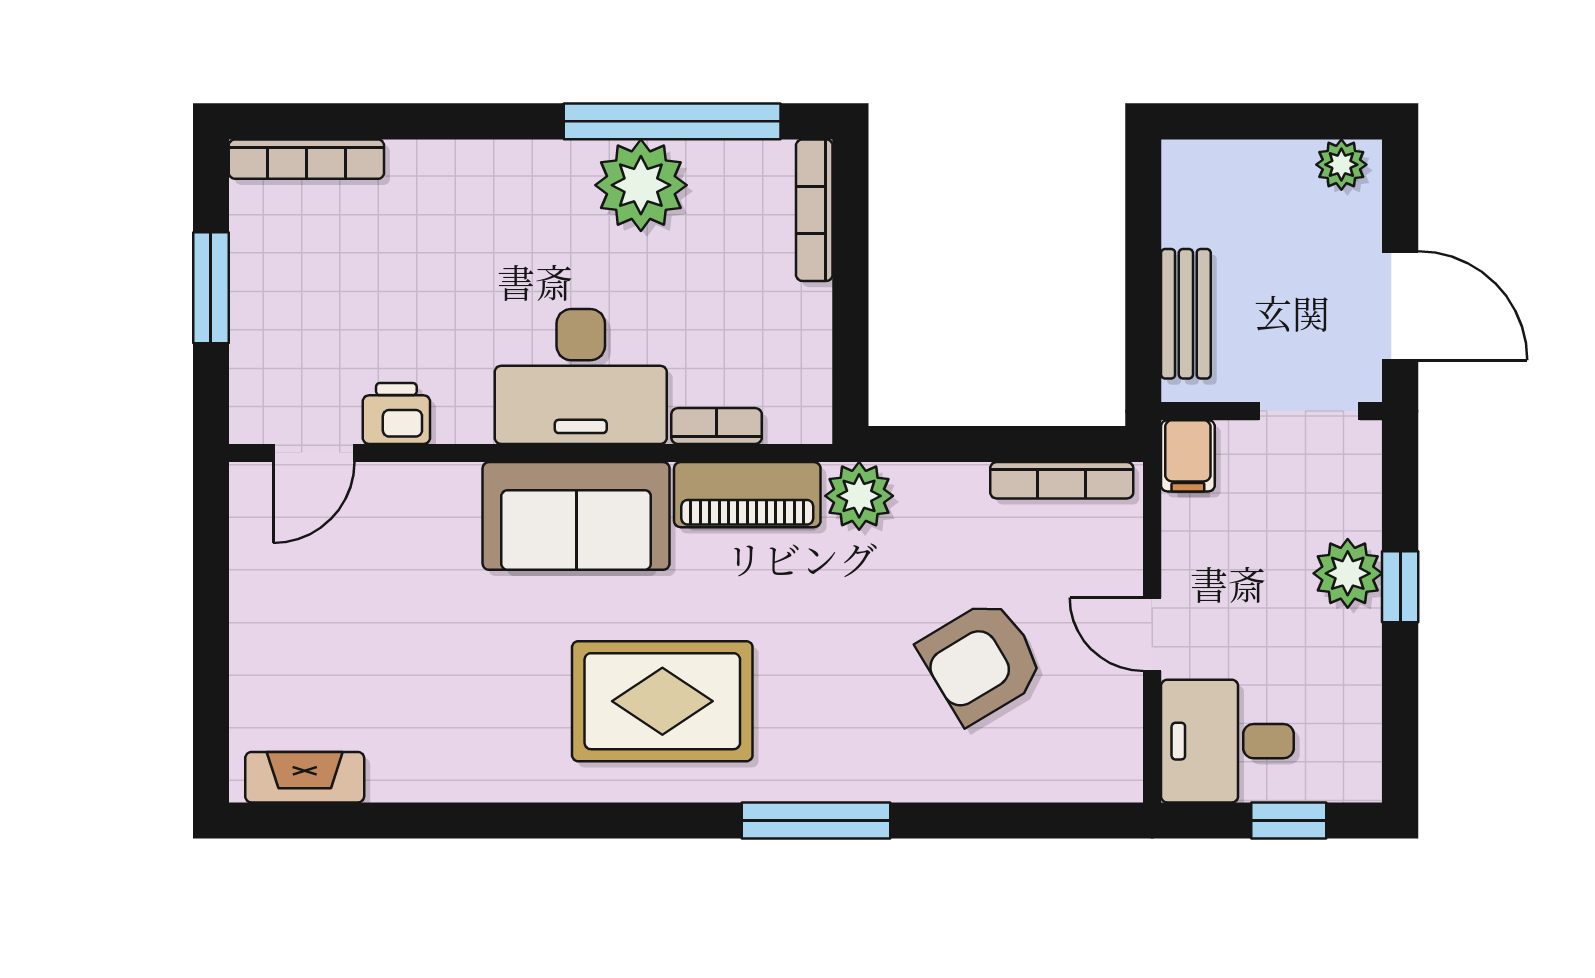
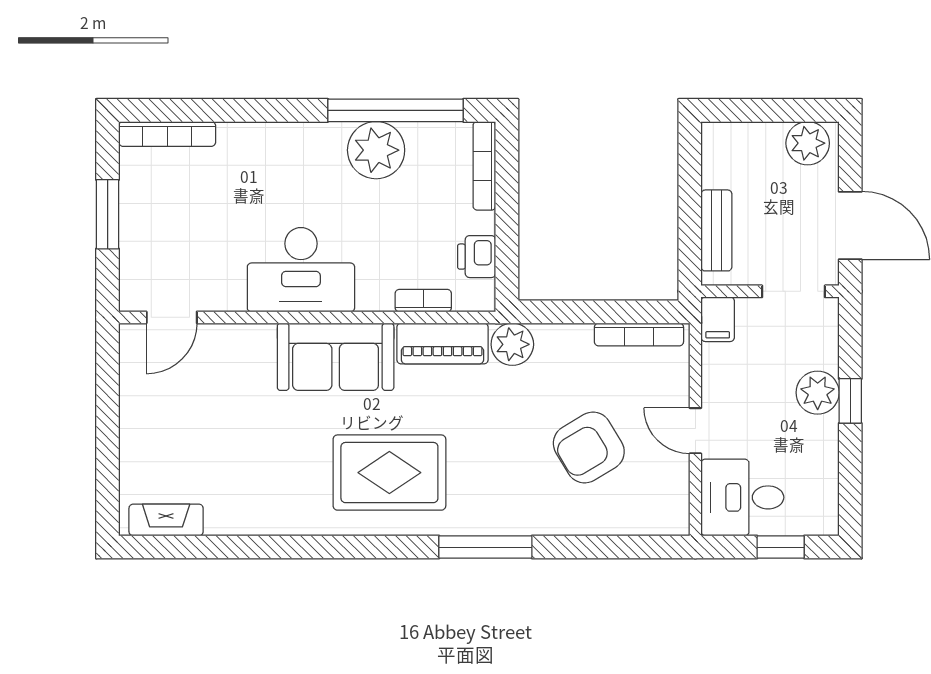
plant: (1341, 165) -> (808, 143), width x1.38, depth x1.38
desk: (581, 377) -> (301, 270), moved
printer: (396, 414) -> (477, 257), moved, turned -90

